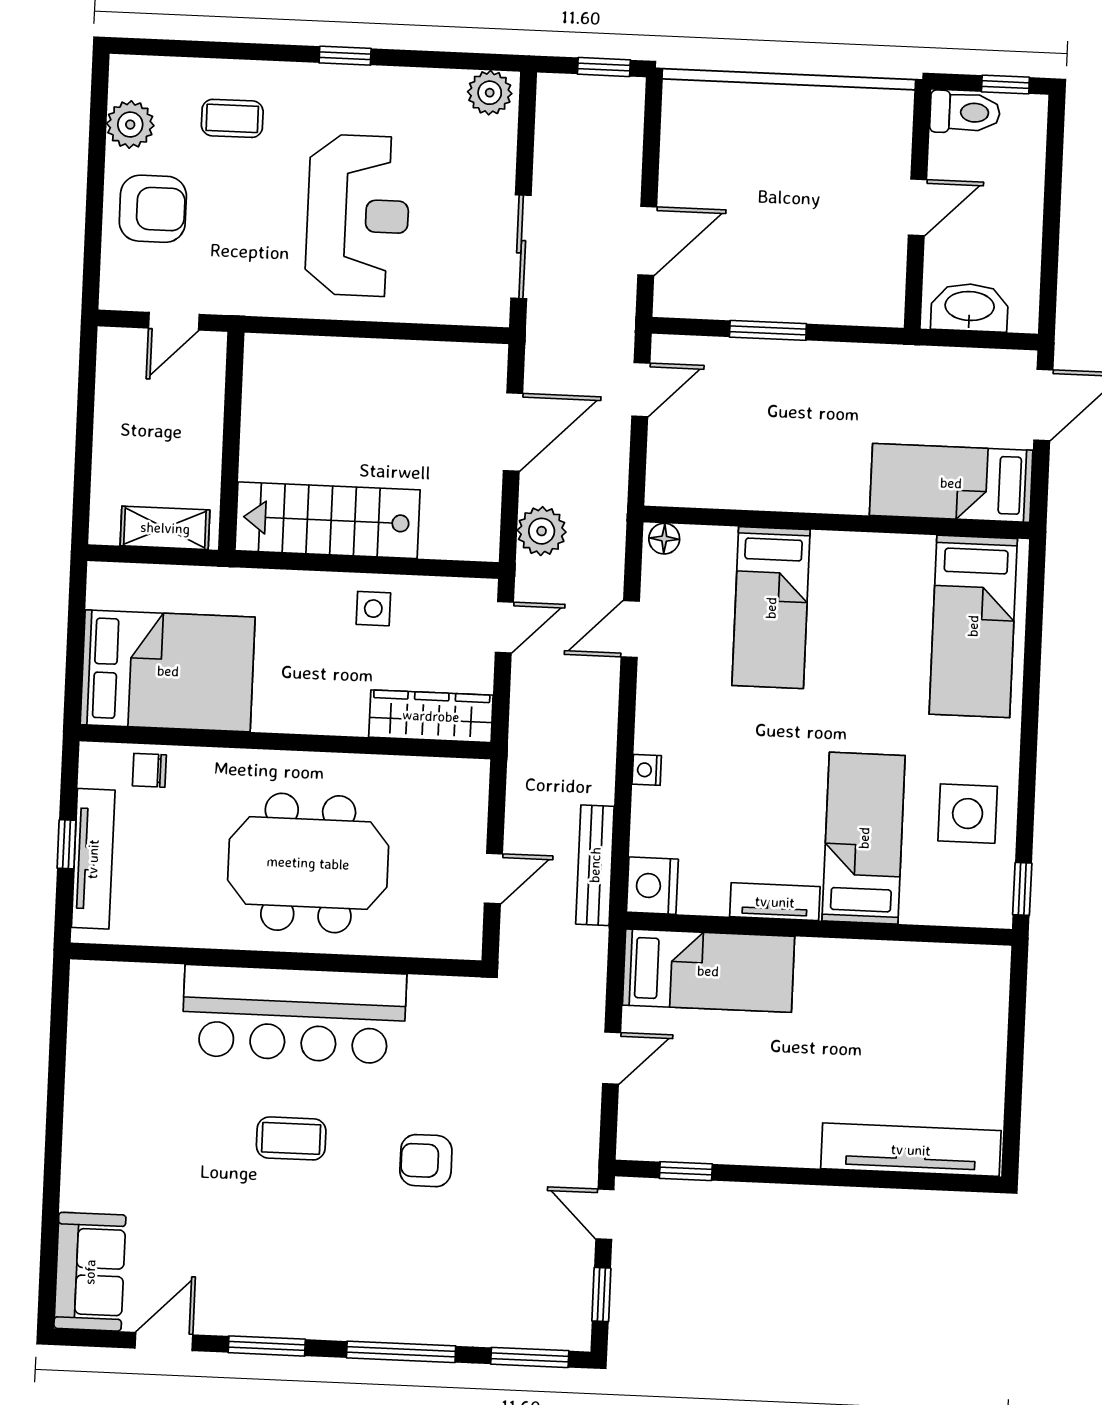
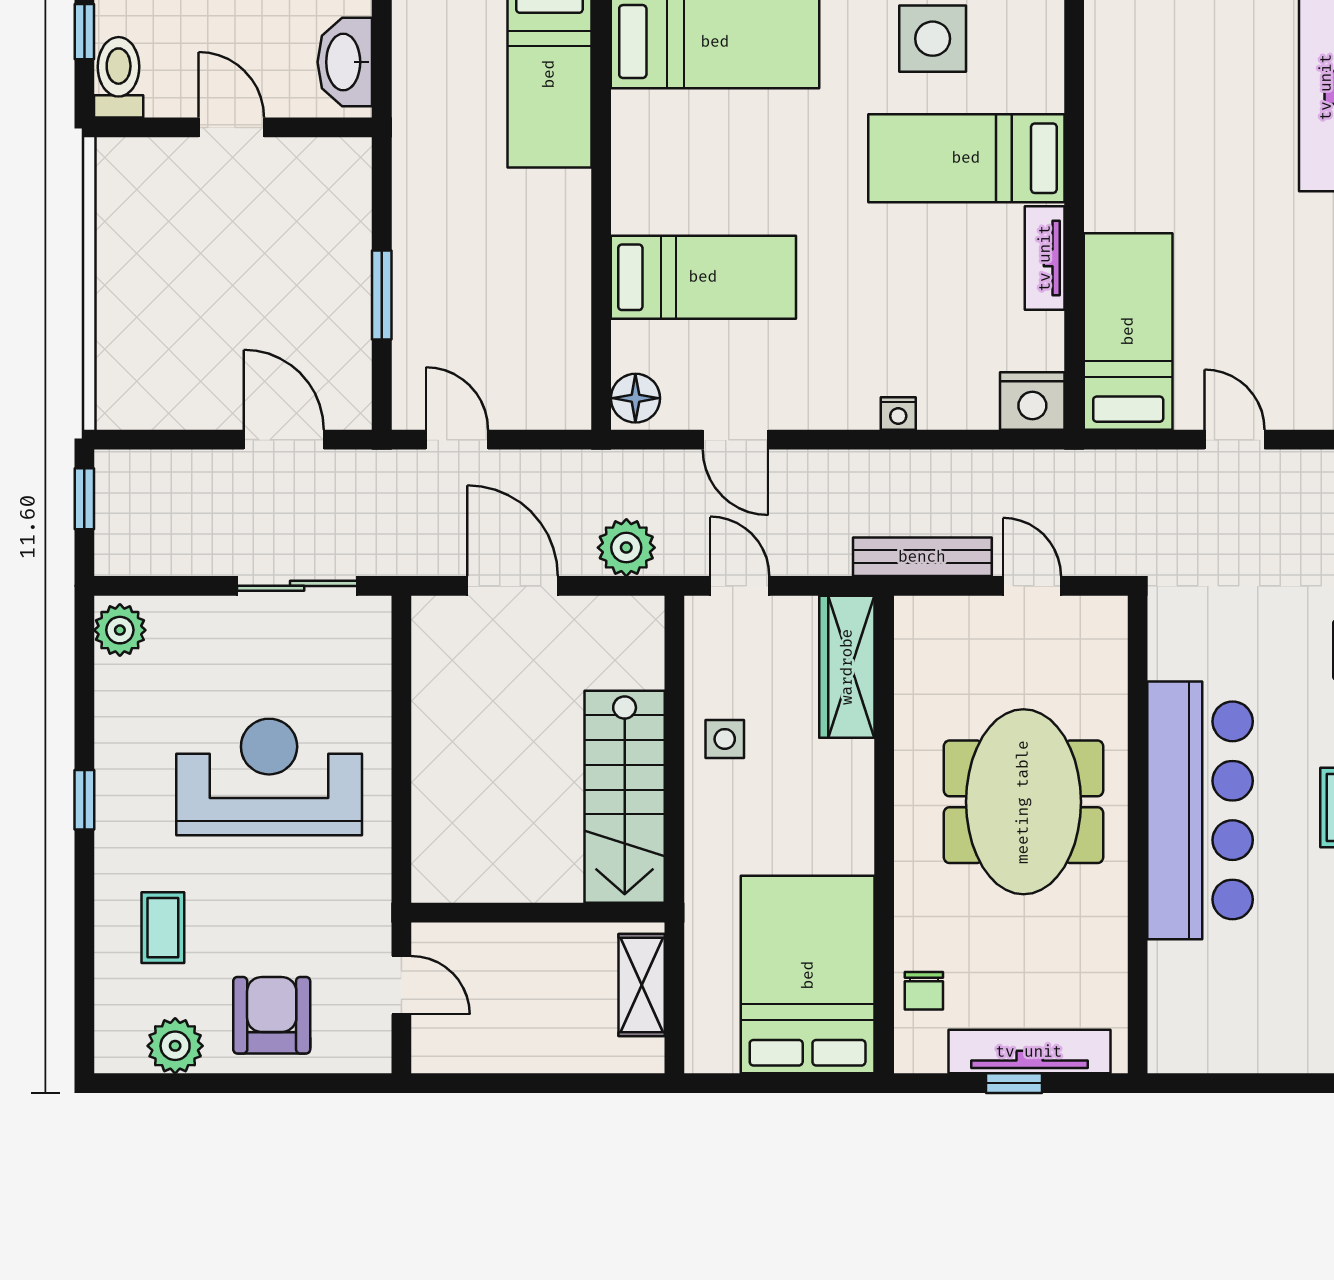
floor lamp: (664, 539) -> (635, 398), width x1.37, depth x1.37
bench: (595, 865) -> (922, 557), moved

